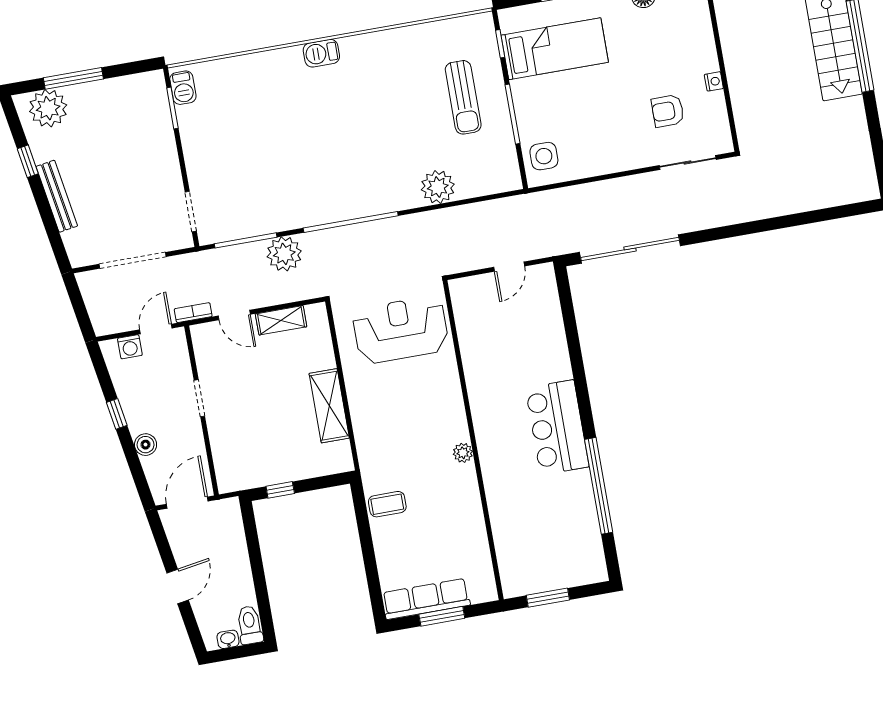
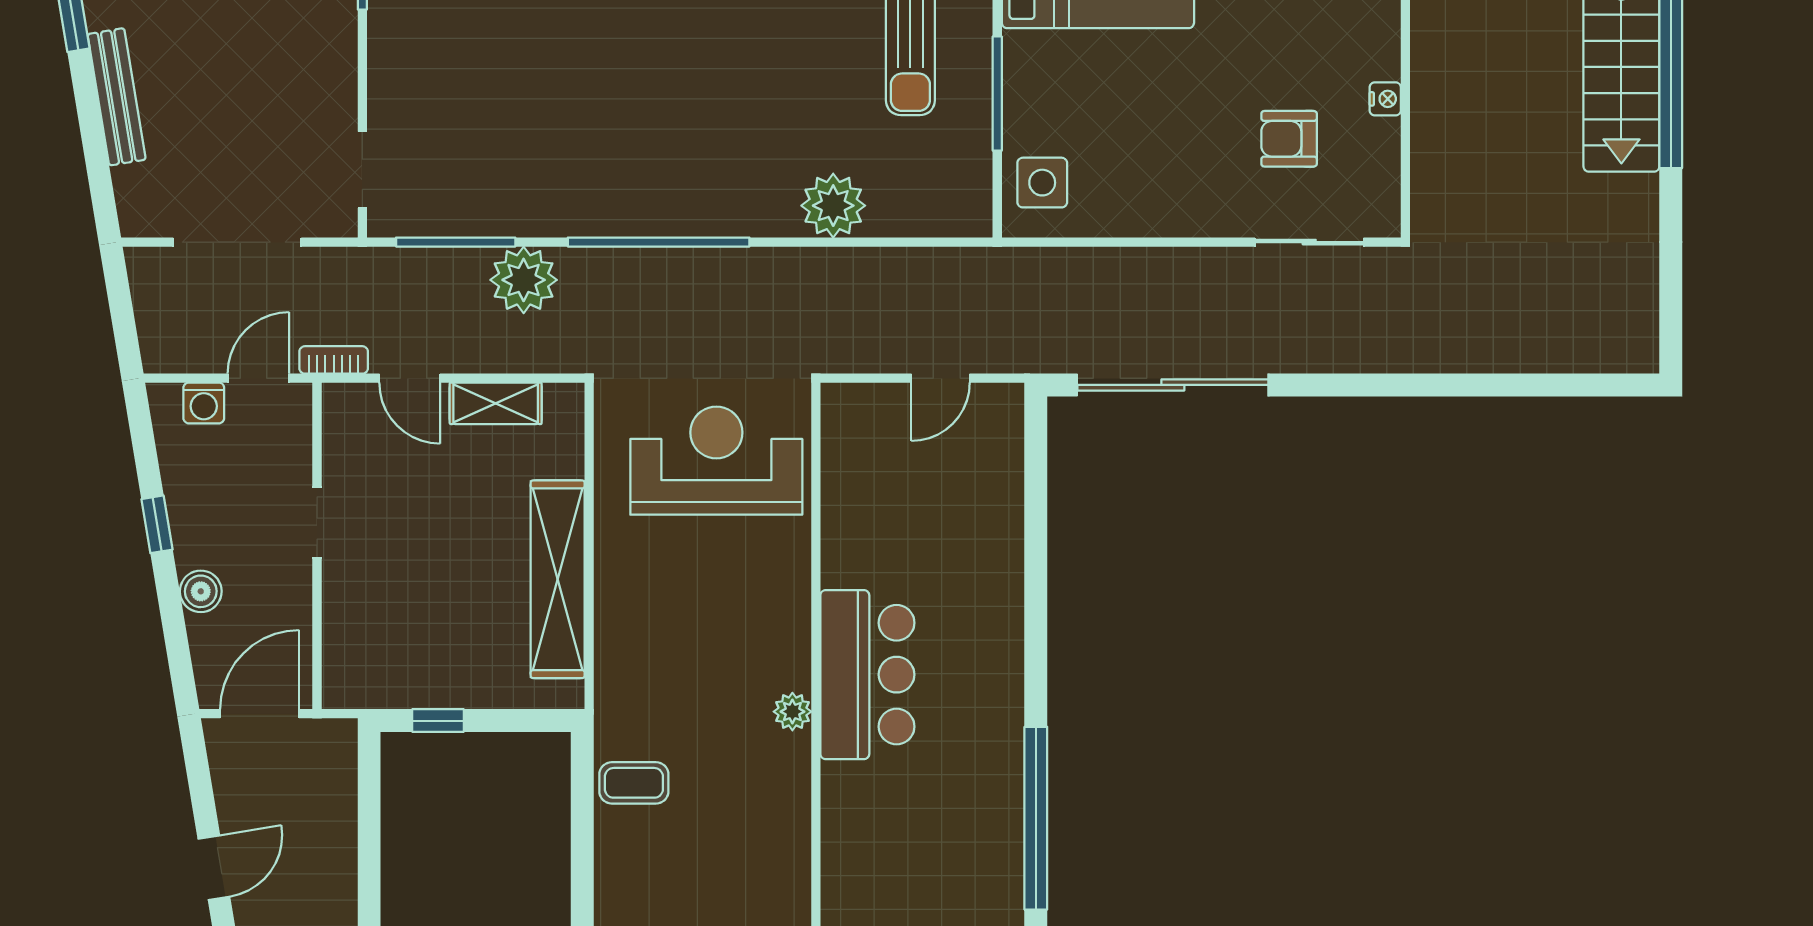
shelving: (329, 406) -> (558, 579), width x1.47
bar counter: (557, 427) -> (867, 675), moved, turned 180

